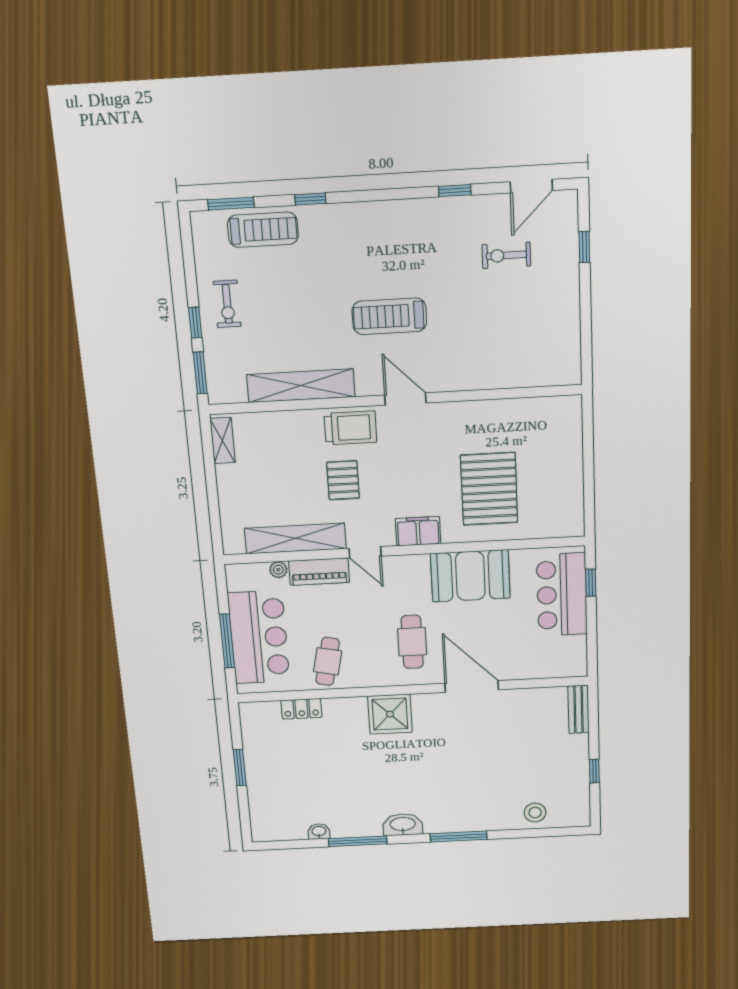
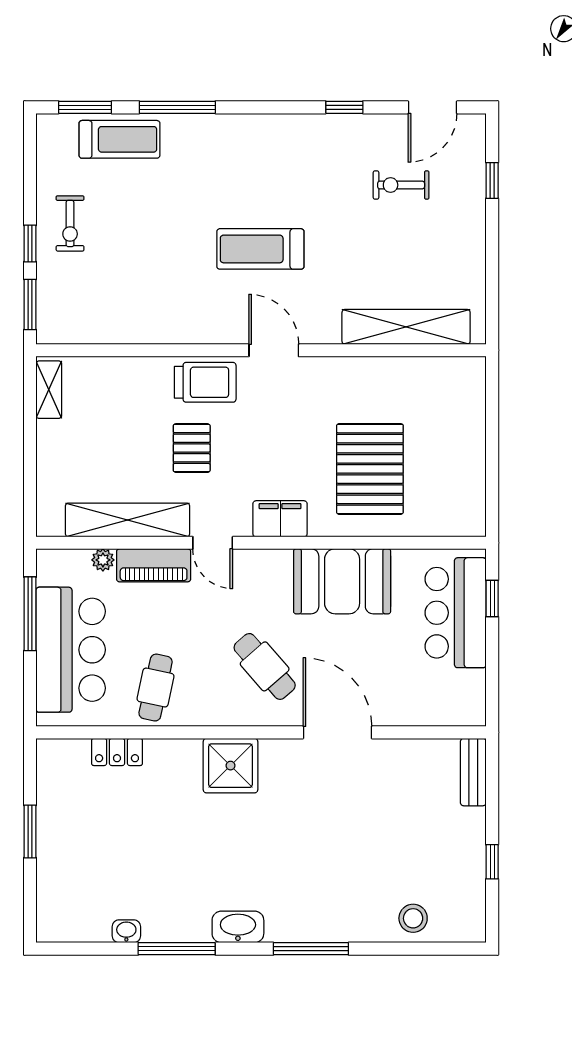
window: (310, 199) -> (177, 107), width x2.17
shelving: (301, 386) -> (406, 327), moved
window: (227, 641) -> (30, 614), moved
cafe table: (412, 642) -> (265, 666), turned -41

